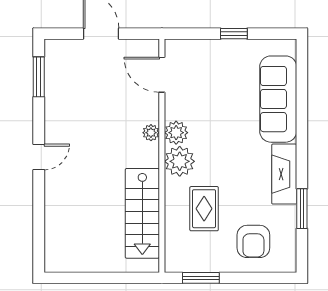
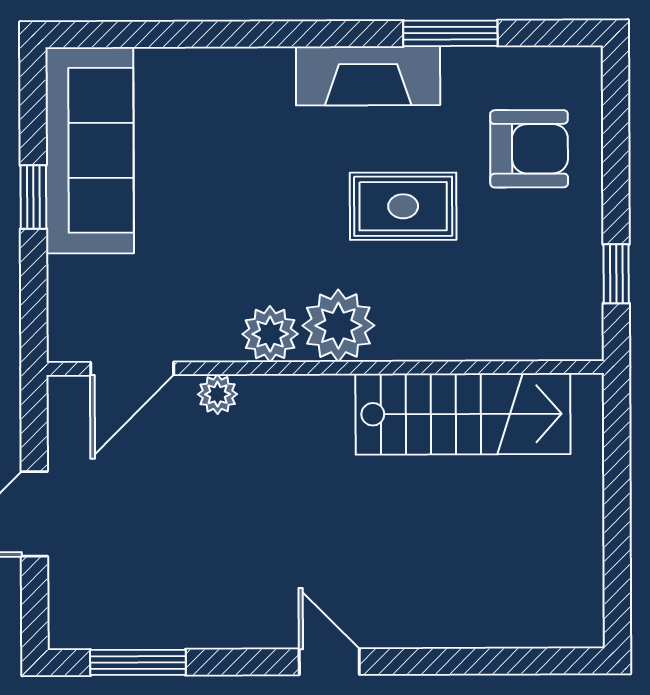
sofa: (278, 99) -> (90, 150), moved, turned -90
plant: (151, 133) -> (218, 394), moved
rug: (204, 209) -> (403, 206), moved
window: (201, 278) -> (616, 274), width x0.67

